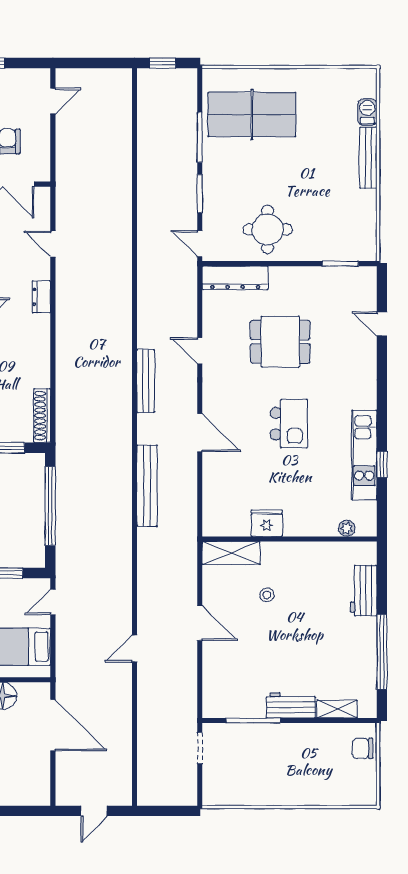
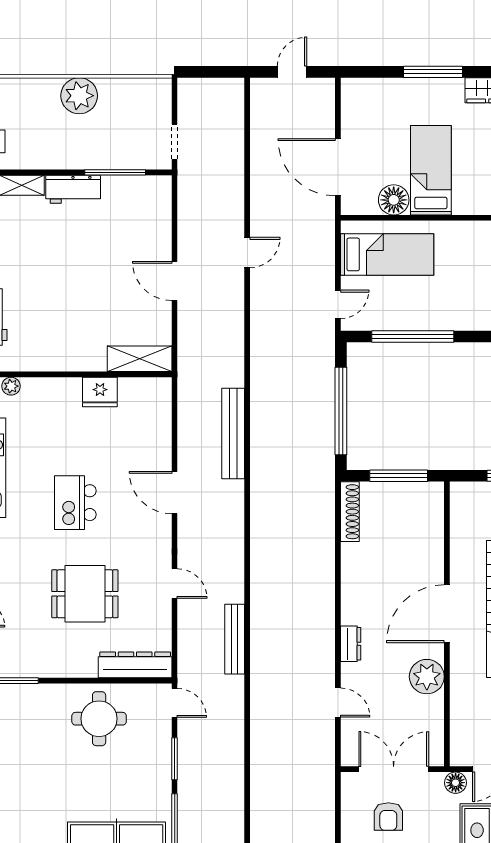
bench: (146, 381) -> (235, 639), moved
stool: (267, 595) -> (100, 312), removed
plant: (285, 789) -> (79, 96), added

